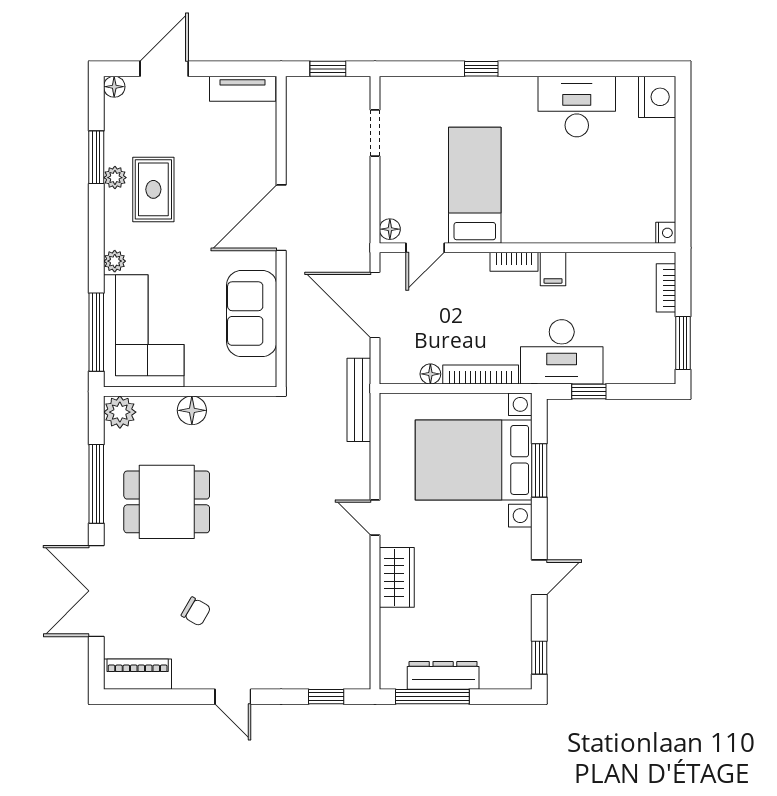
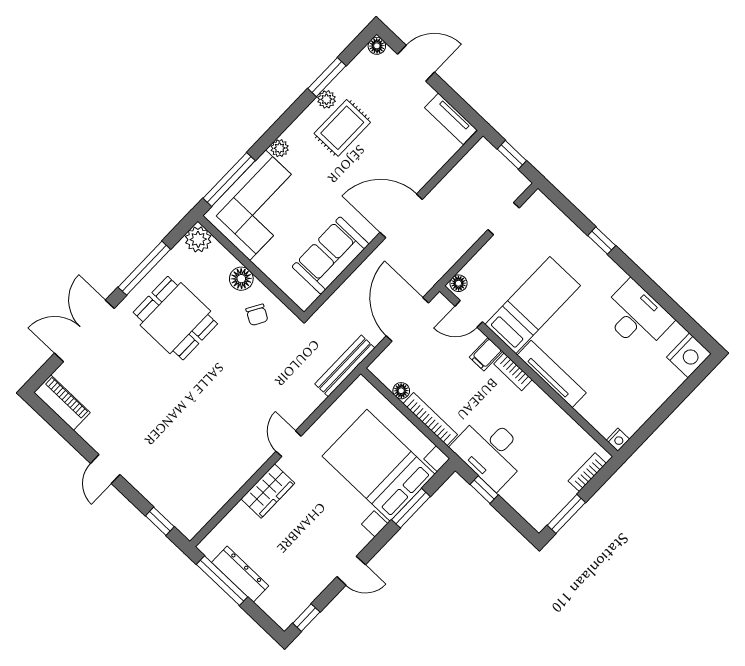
tv unit: (550, 231) -> (552, 374), added
filing cabinet: (553, 269) -> (486, 354), moved
chair: (196, 612) -> (257, 315), moved

